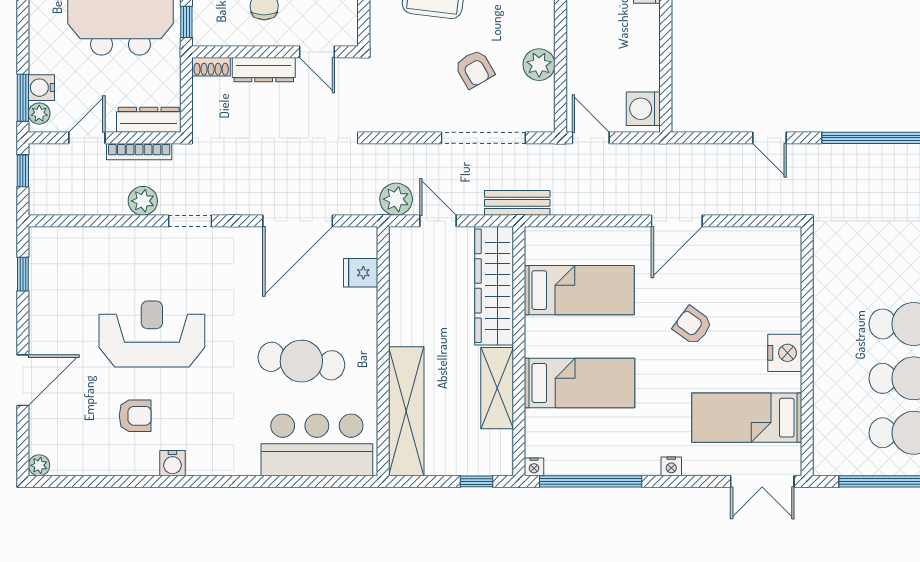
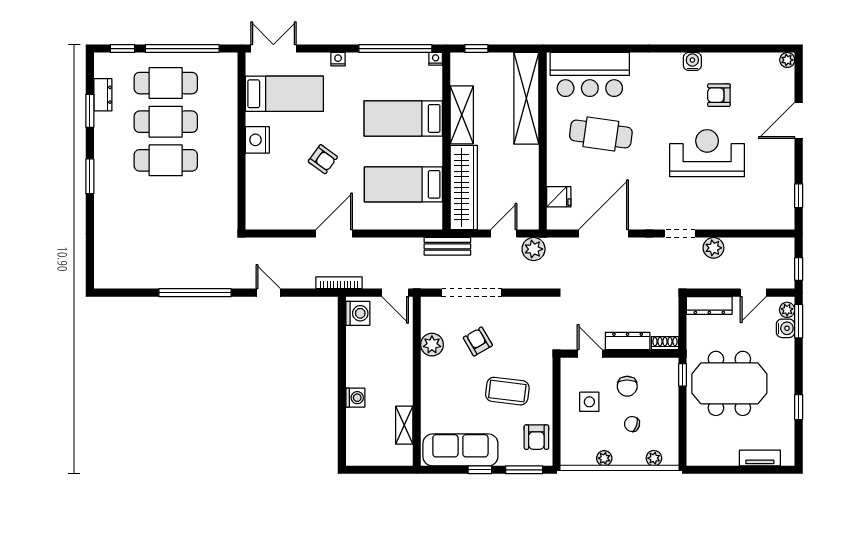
bookcase: (139, 152) -> (339, 283), moved
door: (438, 221) -> (504, 234), swing flipped
reception desk: (152, 334) -> (707, 153), turned 180

